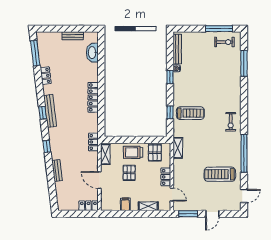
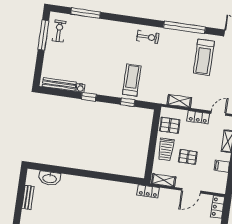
locker: (93, 97) -> (99, 185), removed
shelving: (178, 148) -> (179, 101), moved

